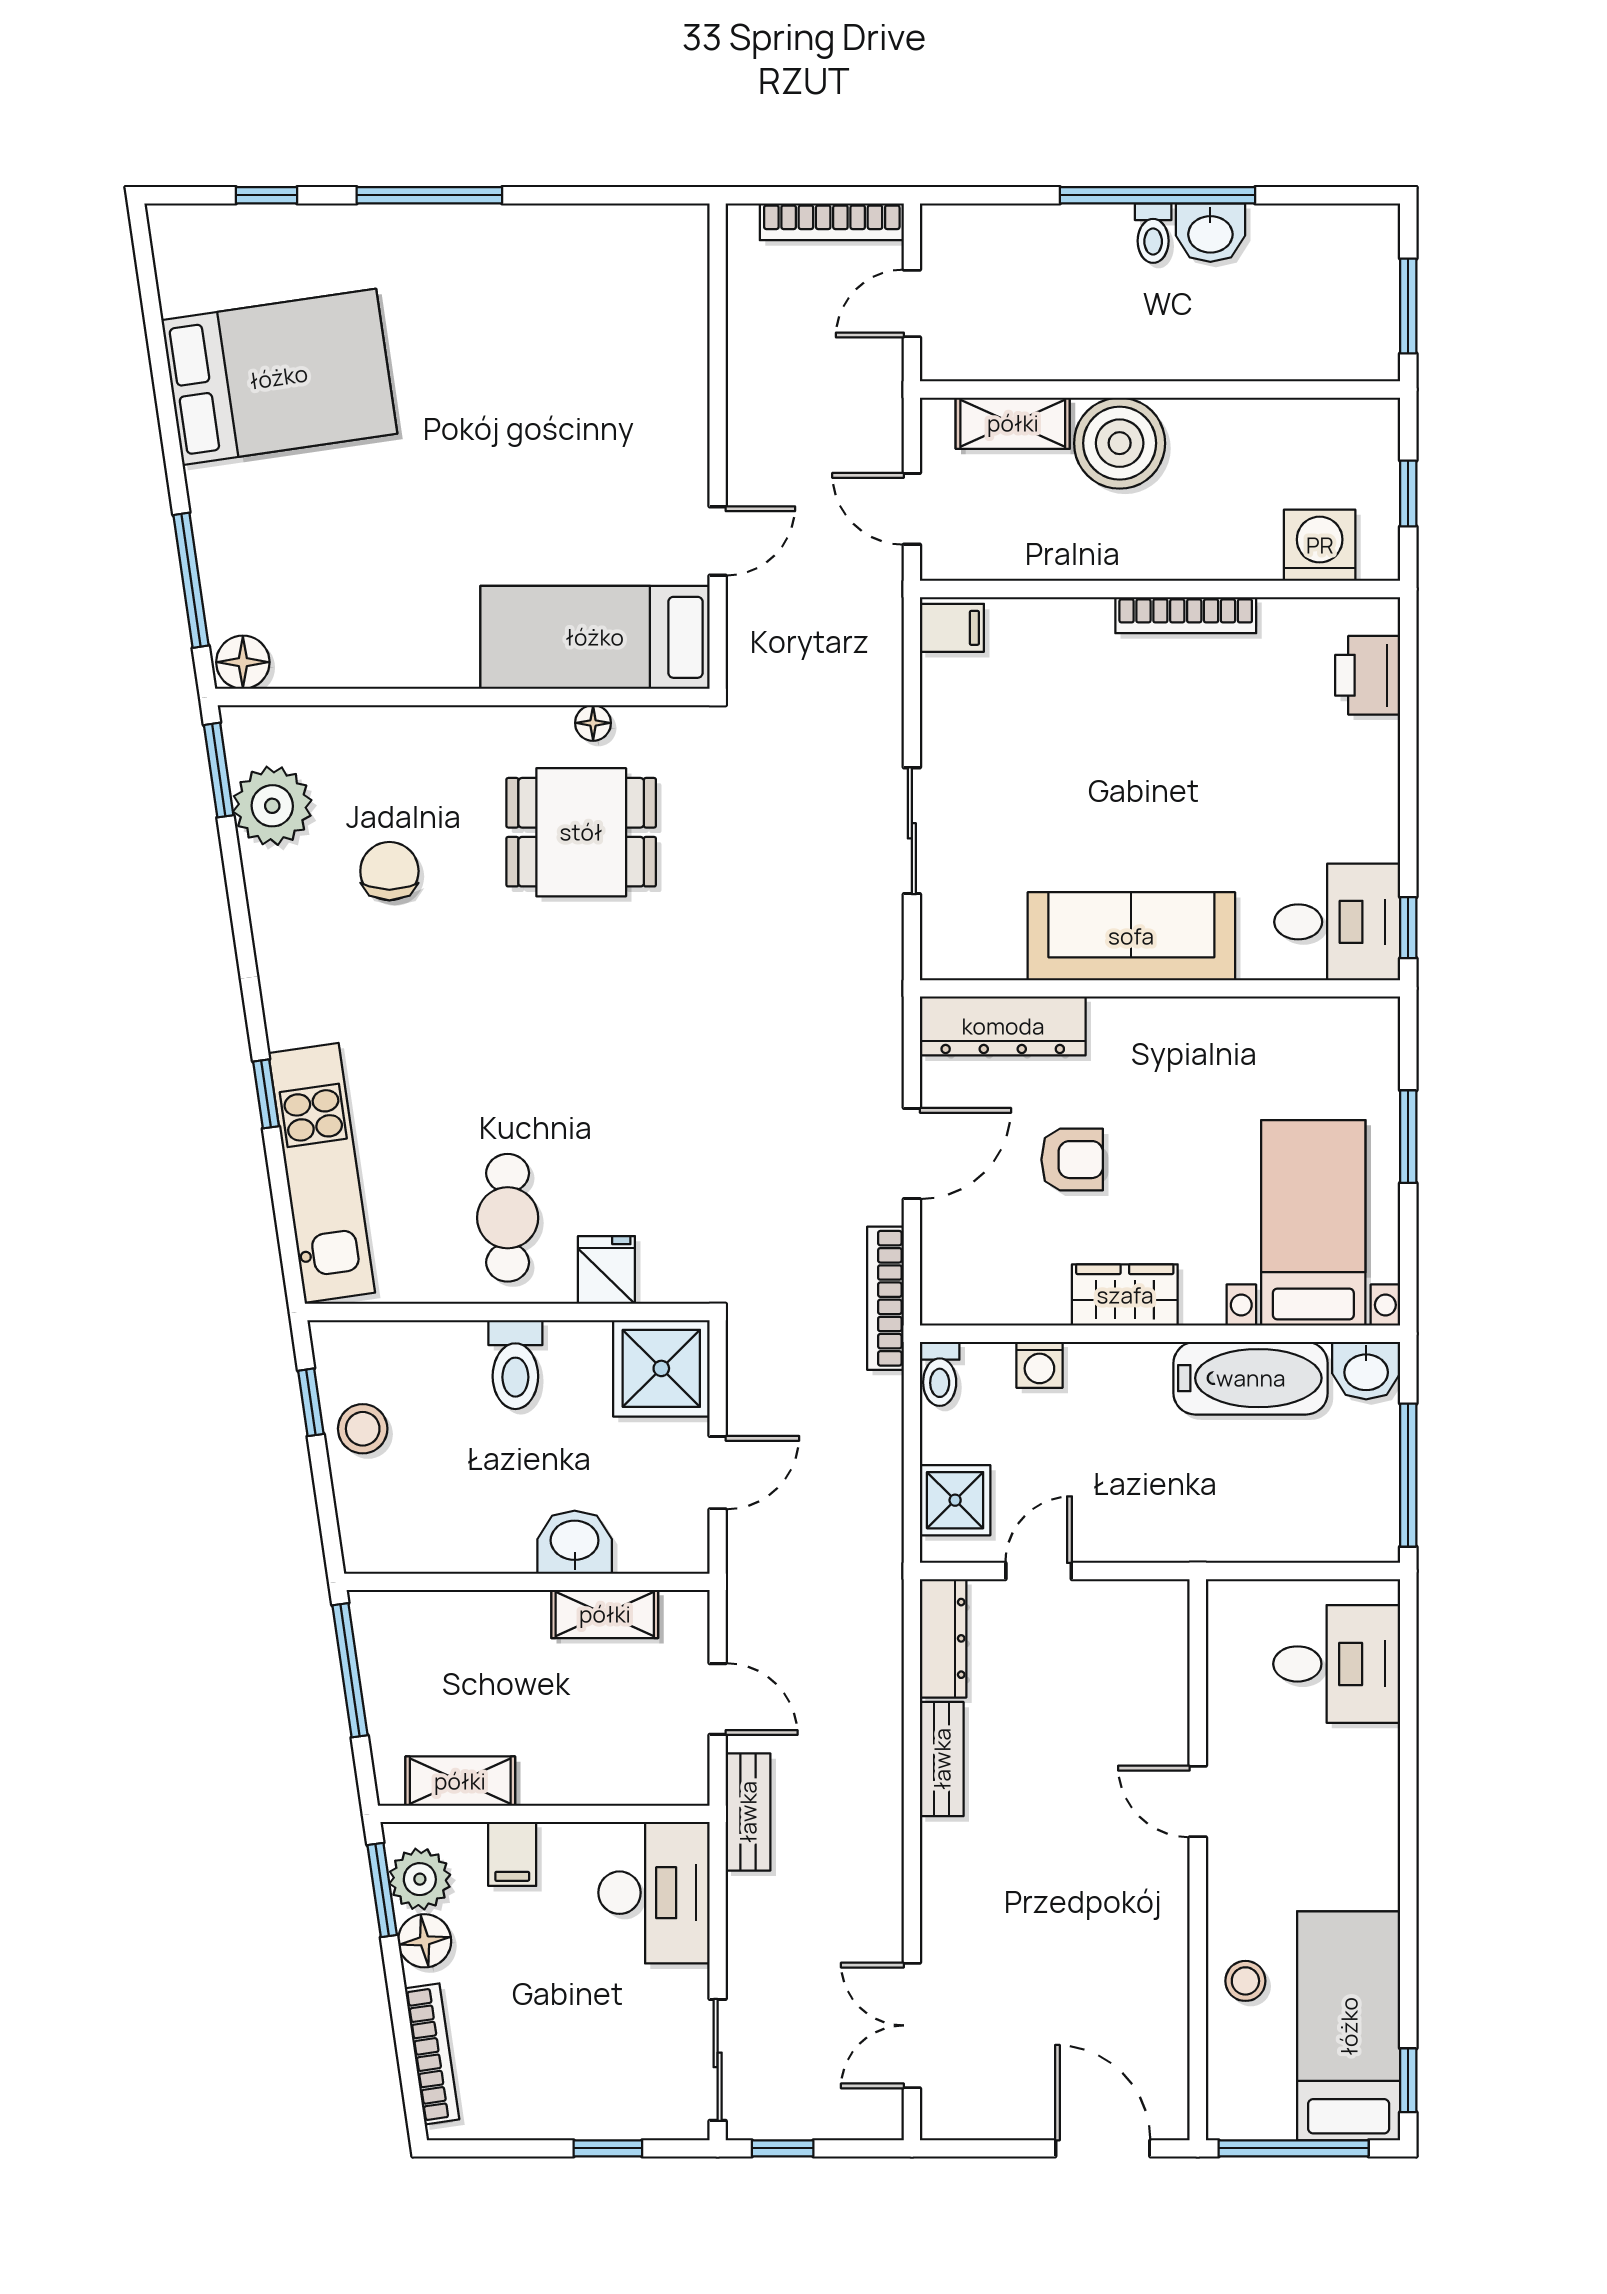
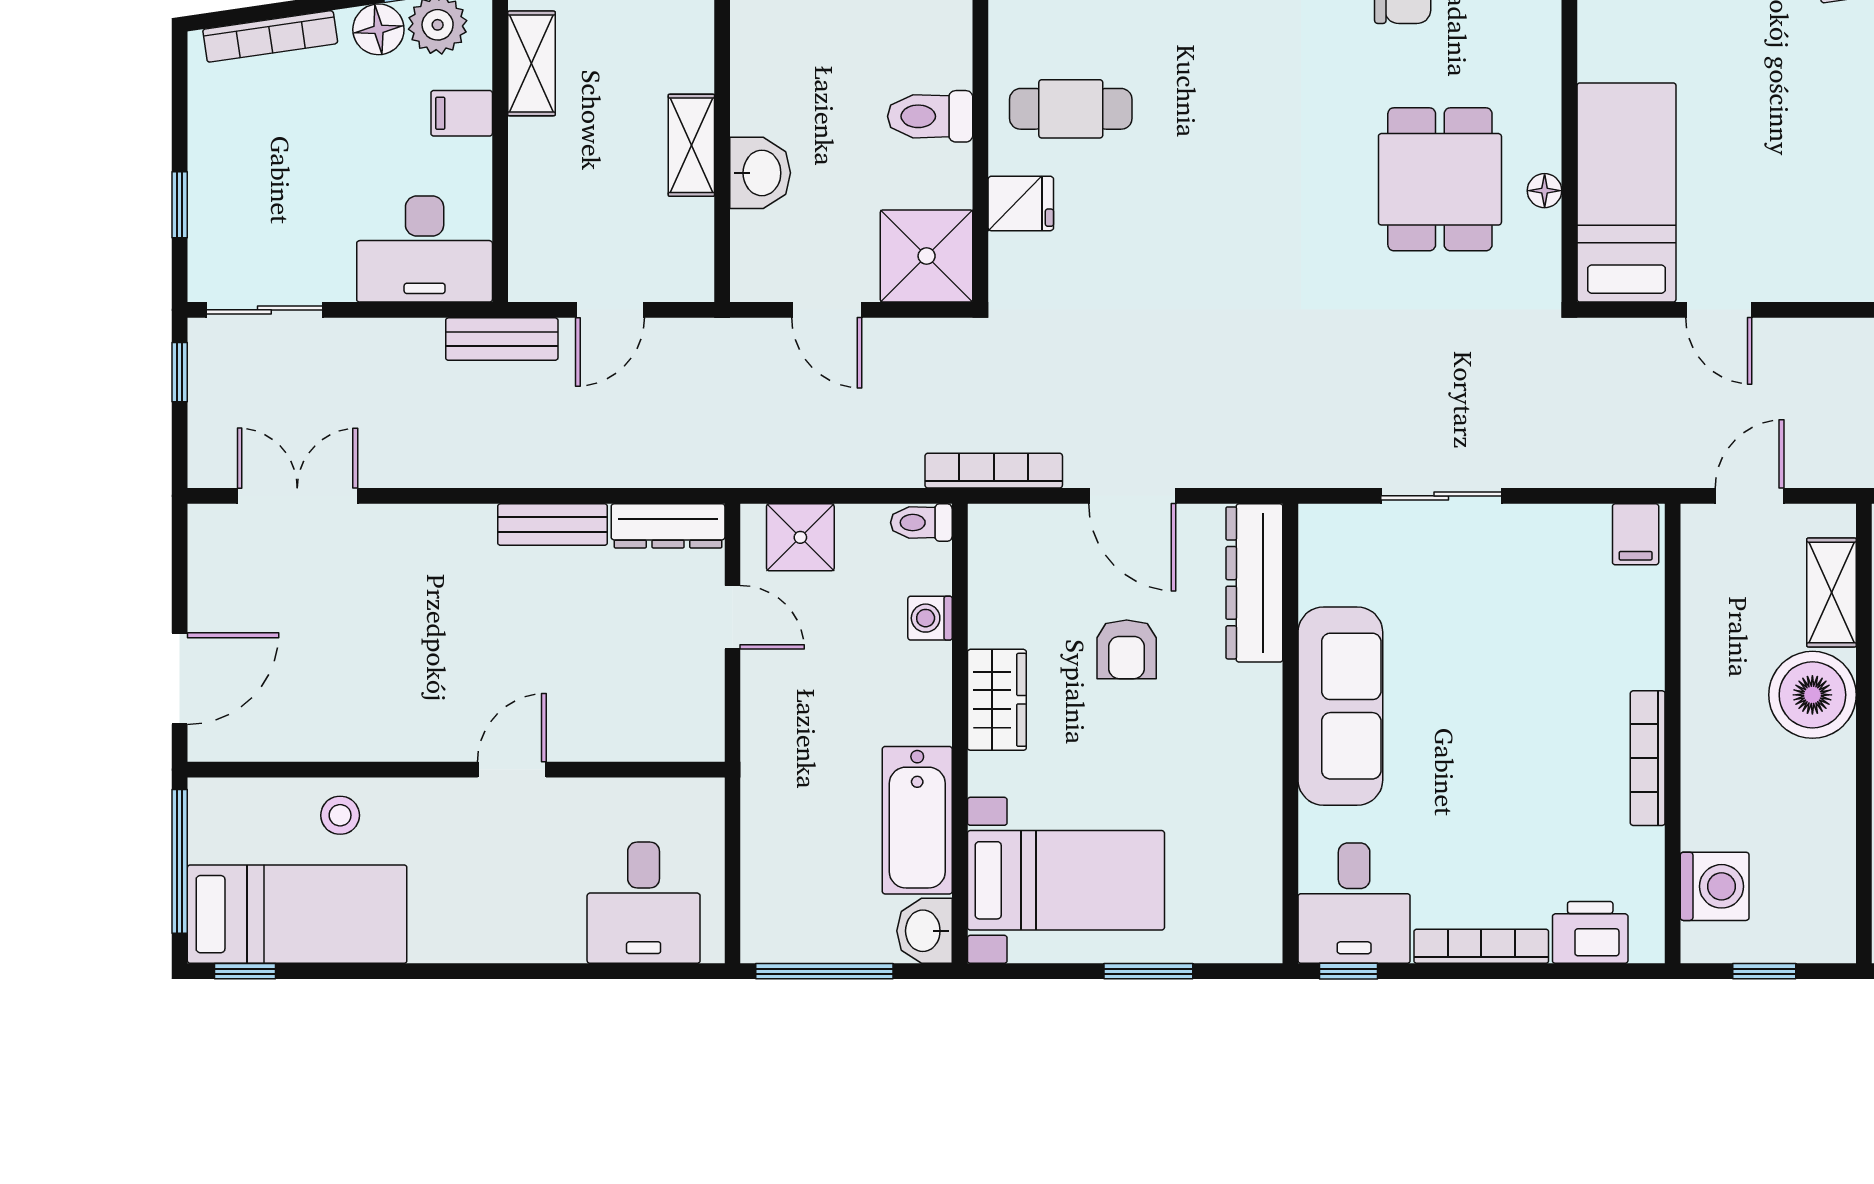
bookcase: (1382, 789) -> (1481, 946), added
shelving: (605, 1614) -> (691, 145), moved

